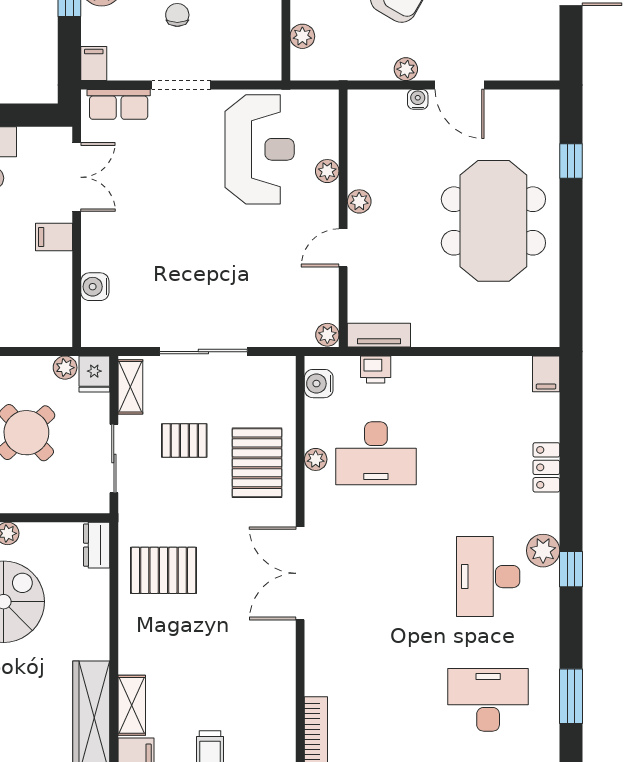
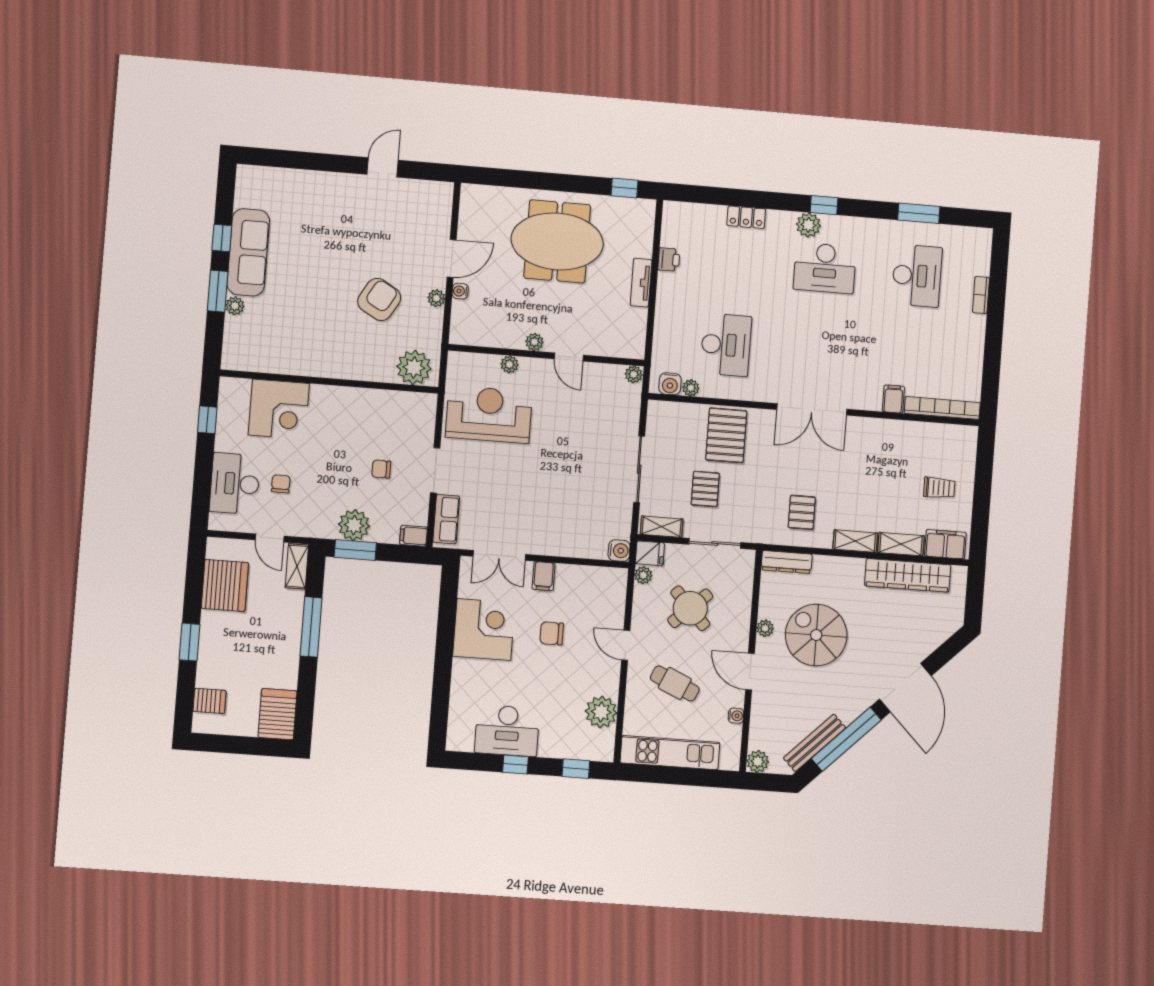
plant: (302, 36) -> (414, 367), width x1.87, depth x1.87
window: (571, 161) -> (624, 188), moved
double door: (77, 177) -> (499, 555), swing flipped
water cooler: (95, 287) -> (619, 551), moved, turned -90
tv unit: (379, 335) -> (641, 283), moved
printer: (376, 369) -> (669, 260), moved
filing cabinet: (546, 374) -> (893, 399), moved, turned -90
plant: (316, 459) -> (691, 388), moved
pallet: (257, 463) -> (726, 435), turned 90
dresser: (97, 545) -> (787, 562), width x1.44
pallet: (164, 570) -> (802, 512), width x0.67, depth x0.71
shelving: (131, 644) -> (855, 541), added
desk: (488, 700) -> (917, 276), turned 180

